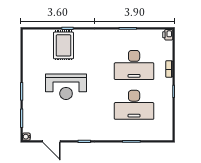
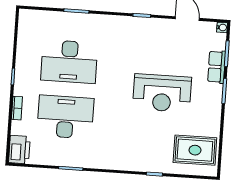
printer: (168, 35) -> (19, 150), width x1.87, depth x1.48
rug: (63, 45) -> (195, 150), moved, turned 90
reception desk: (66, 87) -> (162, 93), turned 180
desk: (134, 105) -> (69, 62), turned 180
row of seats: (28, 108) -> (217, 67), added

